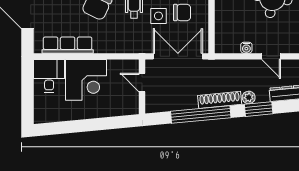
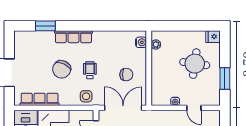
side table: (158, 16) -> (86, 96), moved

